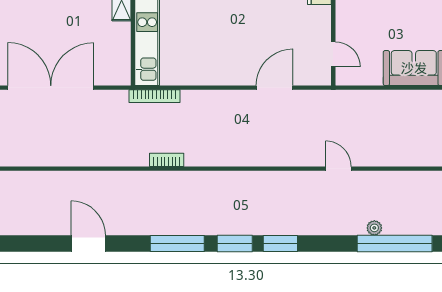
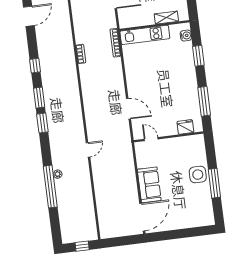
door: (333, 54) -> (151, 139), swing flipped
window: (177, 244) -> (35, 66), width x0.46

